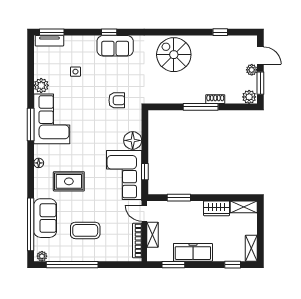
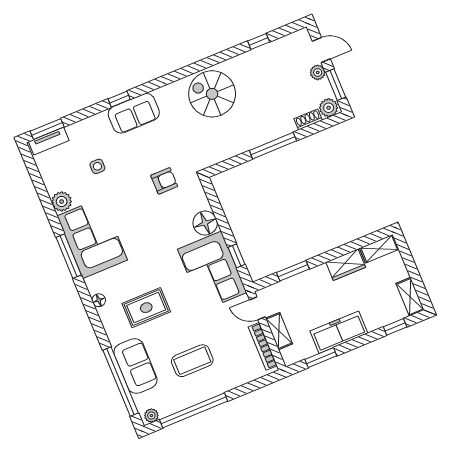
shoe rack: (215, 99) -> (308, 120), moved

